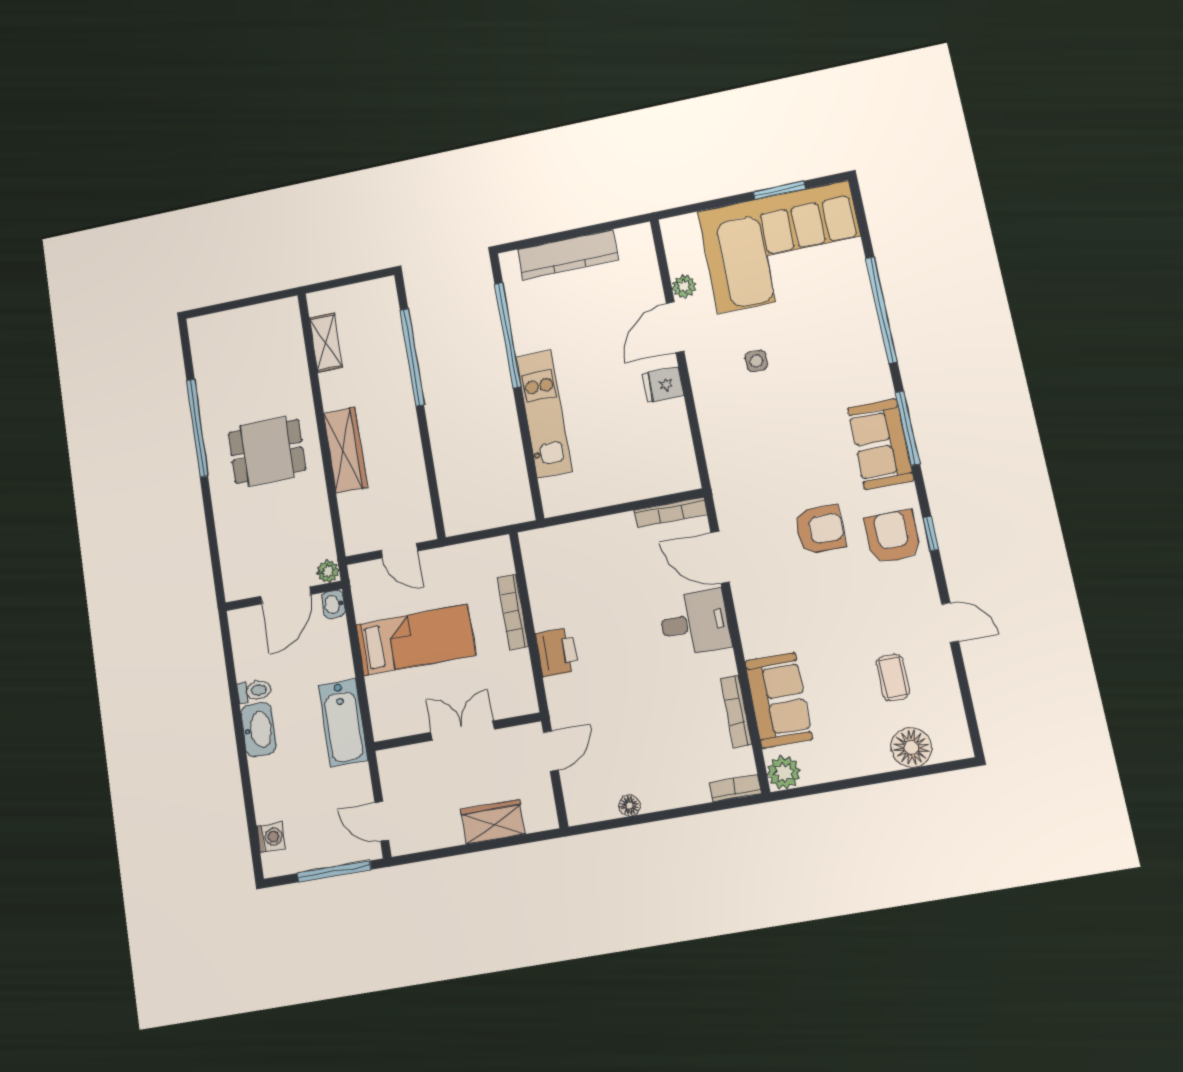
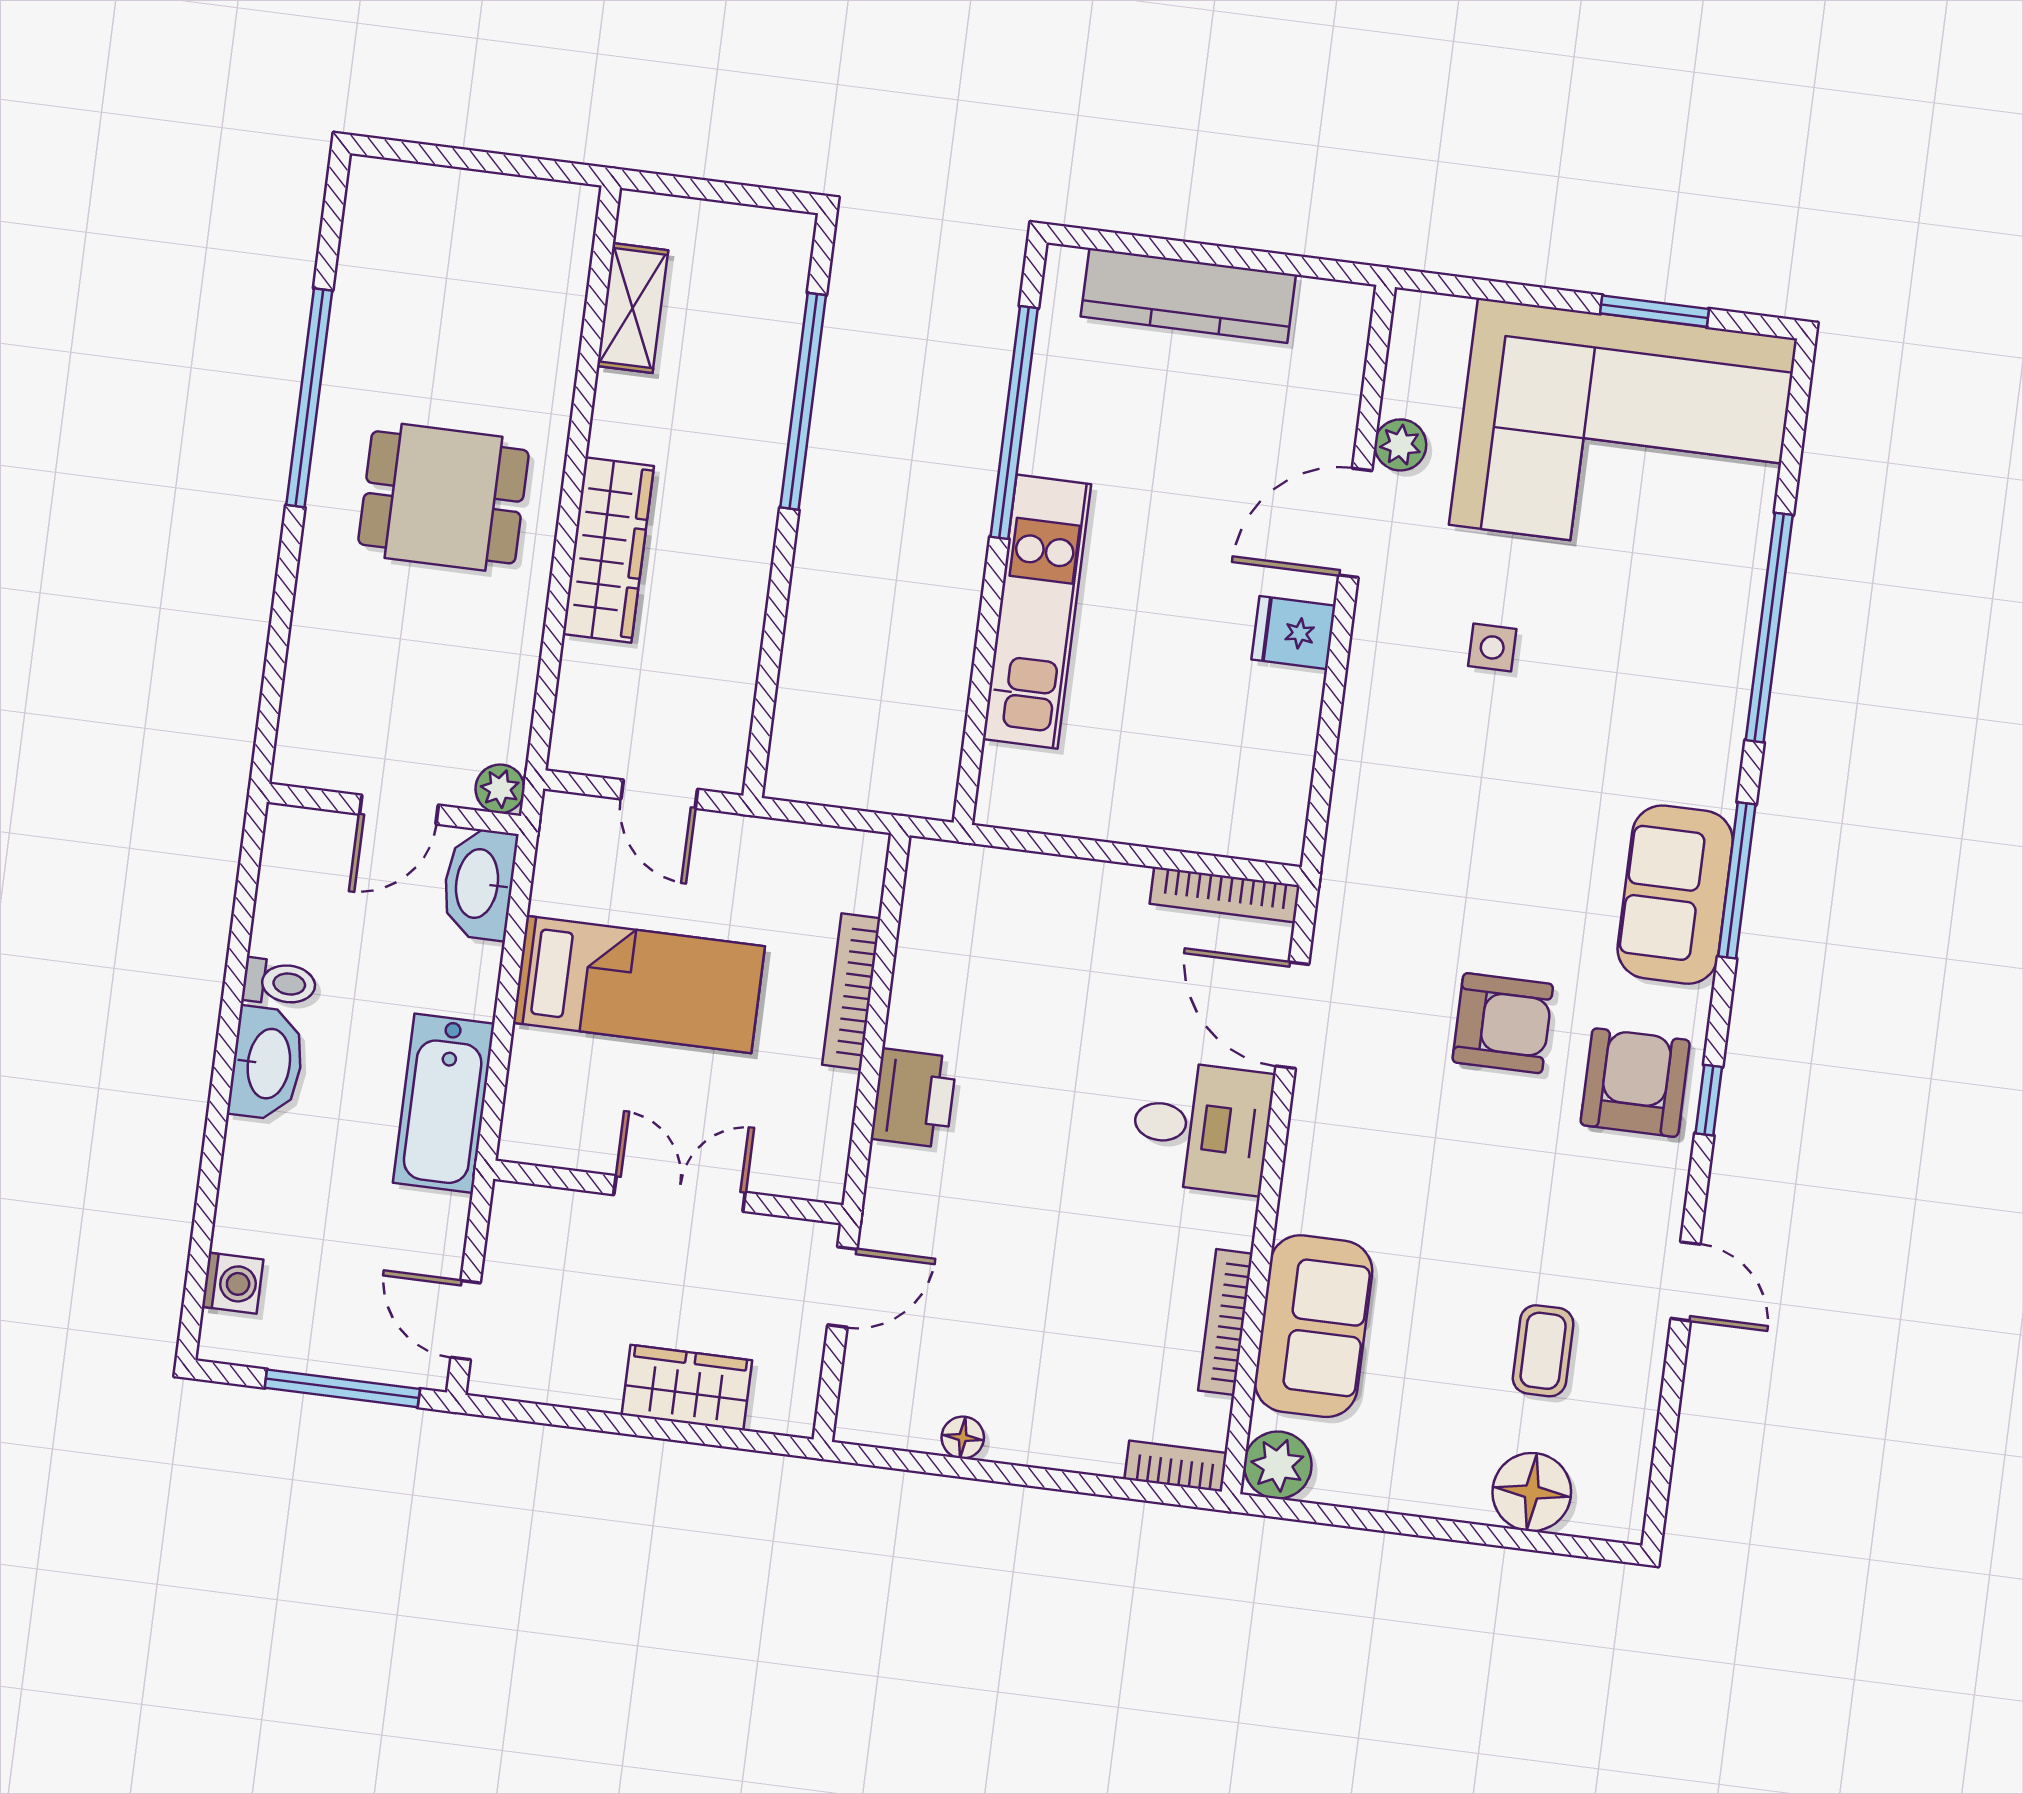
door: (286, 595) -> (399, 810), width x0.73
washbasin: (334, 604) -> (479, 884), width x1.91, depth x1.45

